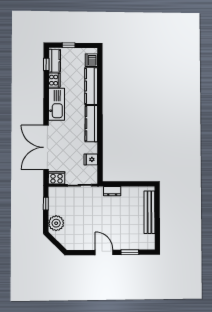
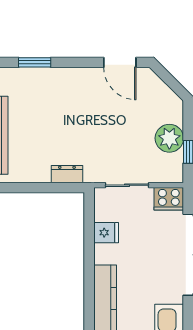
plant: (56, 223) -> (169, 138), moved
door: (104, 252) -> (120, 62), moved

